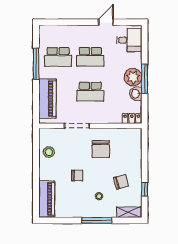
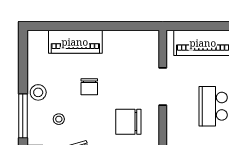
stool: (49, 152) -> (38, 92), moved
piano: (47, 199) -> (75, 42), moved

